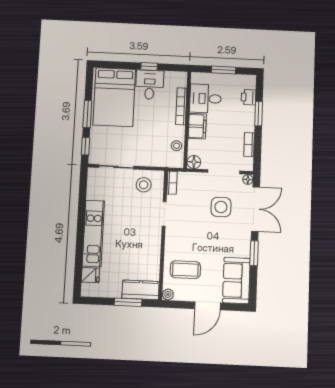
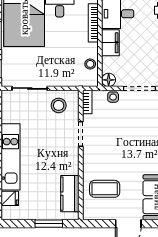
side table: (221, 207) -> (113, 97), moved, width x0.54, depth x0.54
kitchen counter: (141, 290) -> (70, 194), moved, turned -90
plant: (168, 294) -> (88, 214), removed

